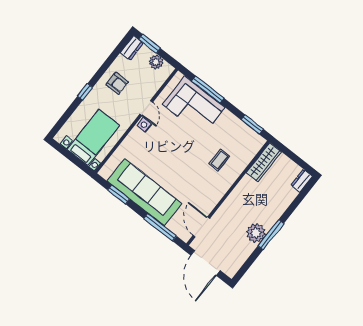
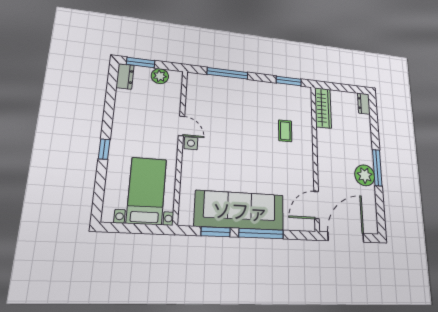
armchair: (117, 83) -> (134, 119), removed
corner sofa: (194, 106) -> (226, 96), removed
window: (160, 227) -> (261, 234), moved
door: (201, 227) -> (317, 205), hinge flipped
door: (205, 263) -> (346, 237), swing flipped

